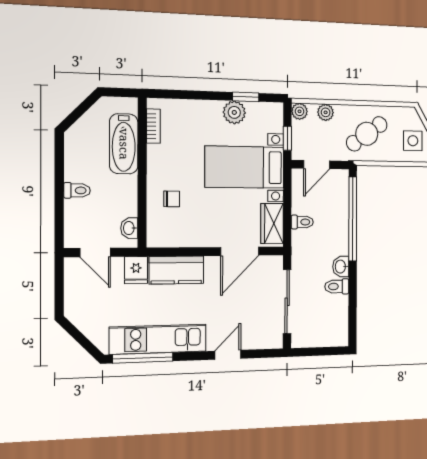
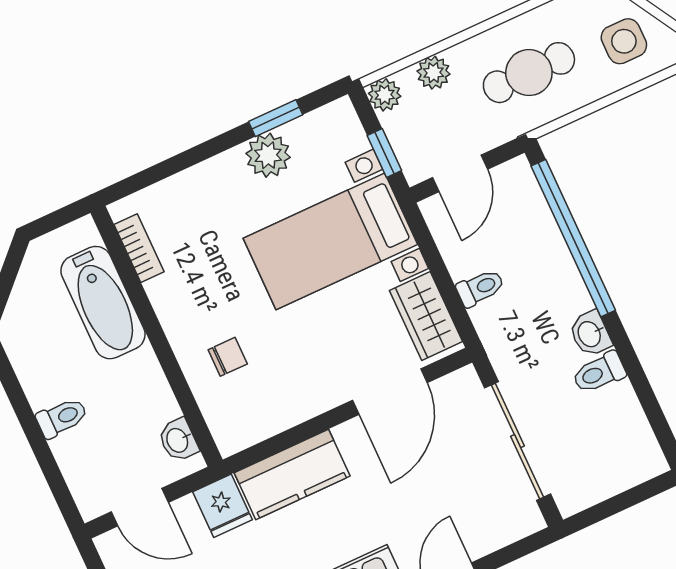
cafe table: (367, 134) -> (529, 73), turned 35

